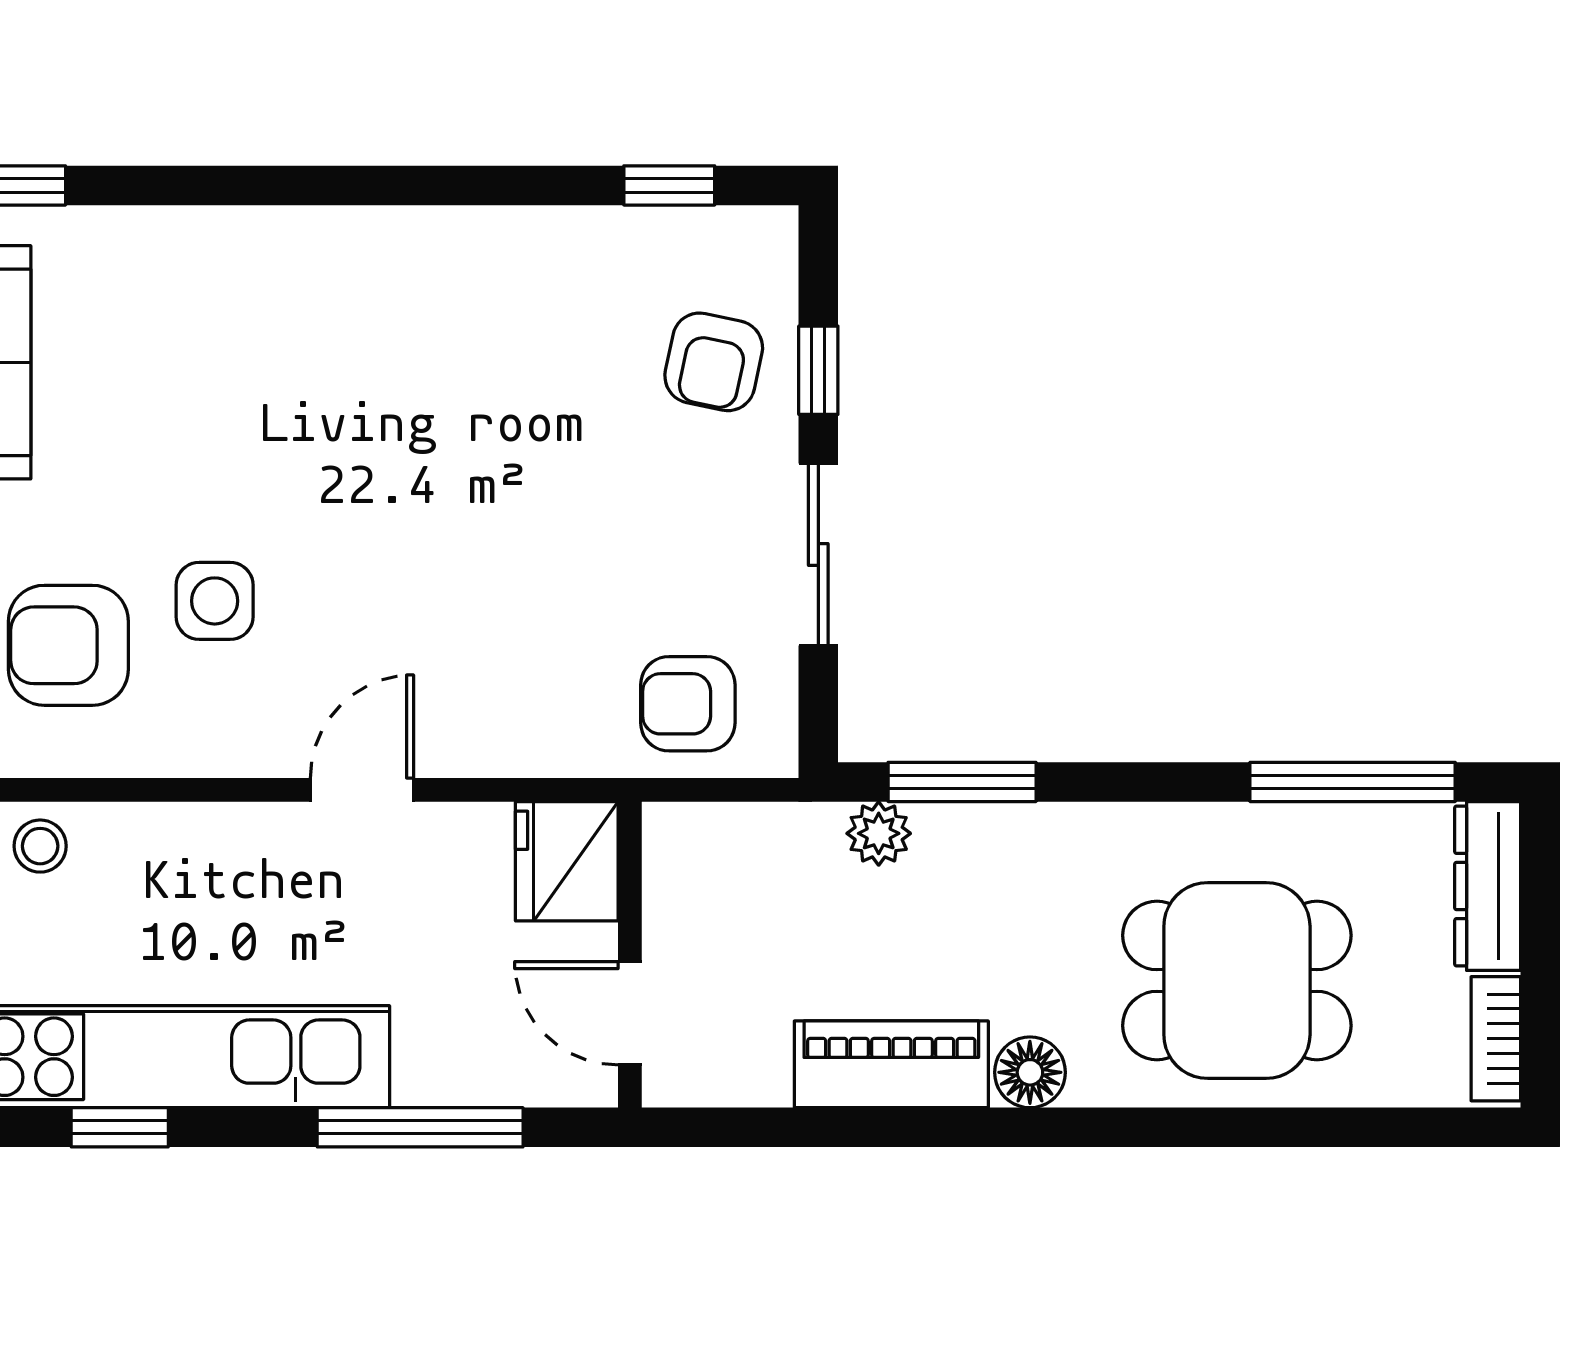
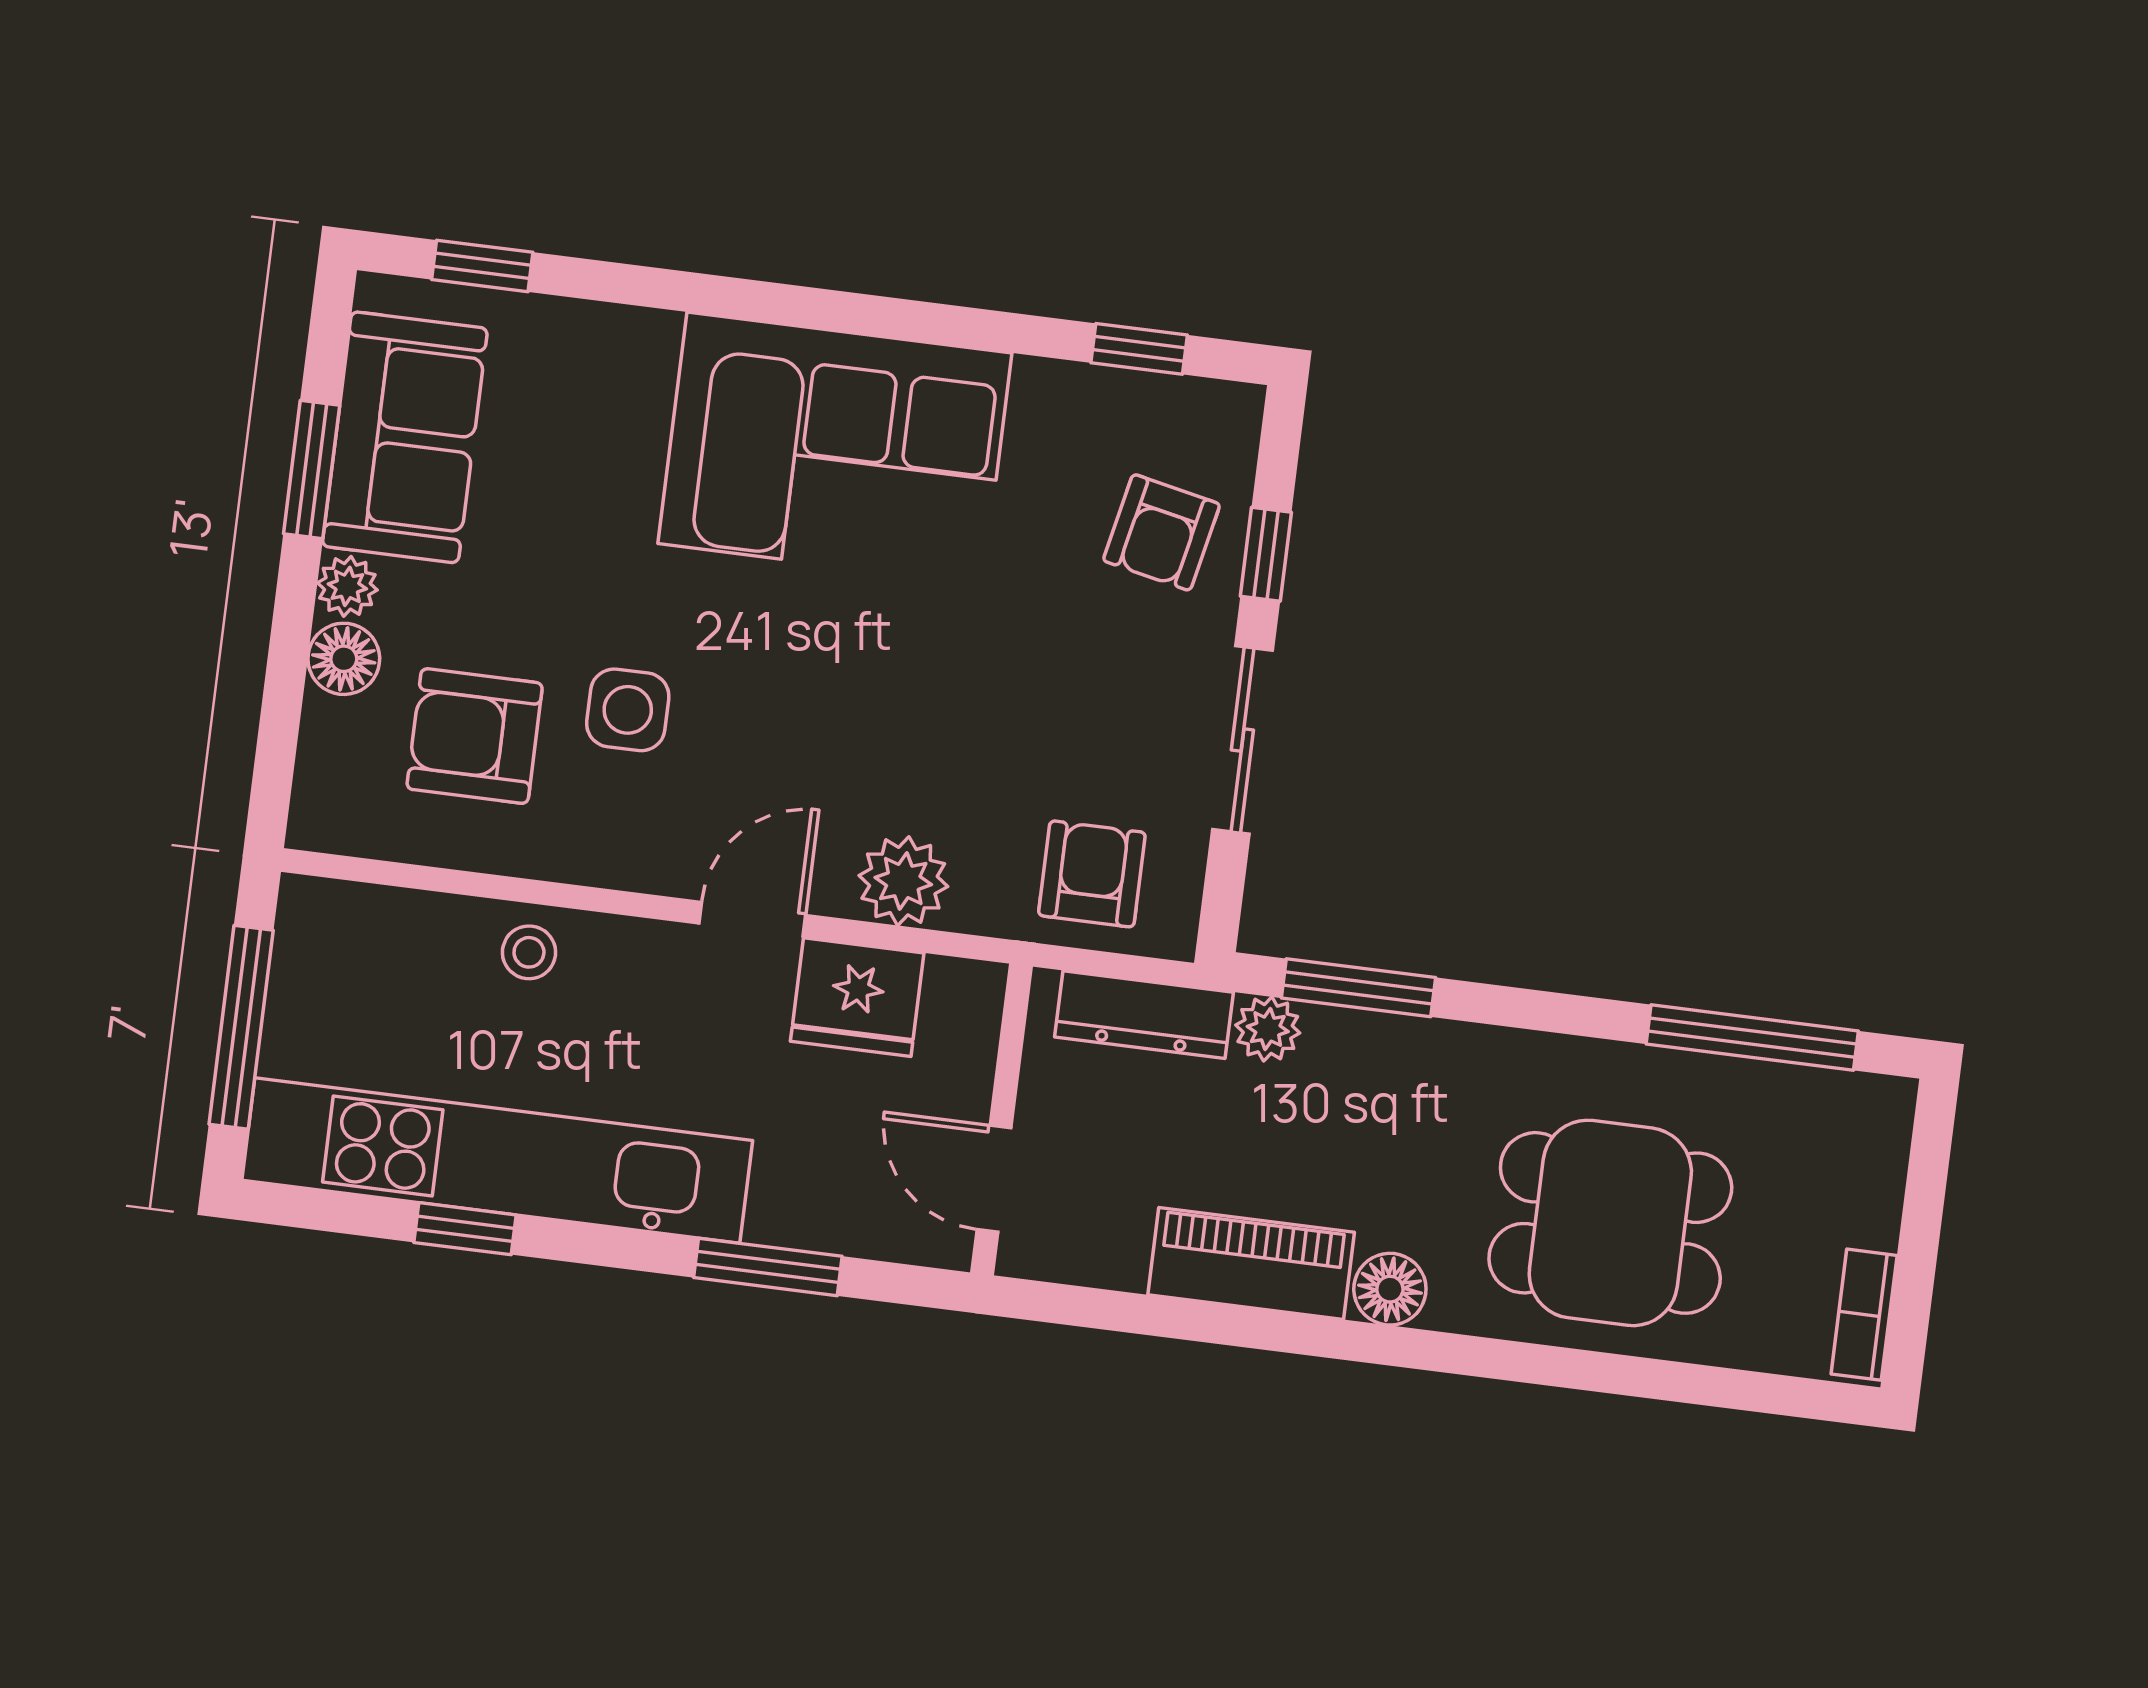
corner sofa: (385, 320) -> (835, 448), added
armchair: (688, 704) -> (1092, 874), turned 90
plant: (505, 734) -> (903, 881), added
stool: (40, 846) -> (529, 952), moved
fridge: (567, 861) -> (857, 997), moved, turned -90
dresser: (1488, 886) -> (1144, 1015), moved, turned -90
window: (420, 1127) -> (768, 1267), width x0.69

